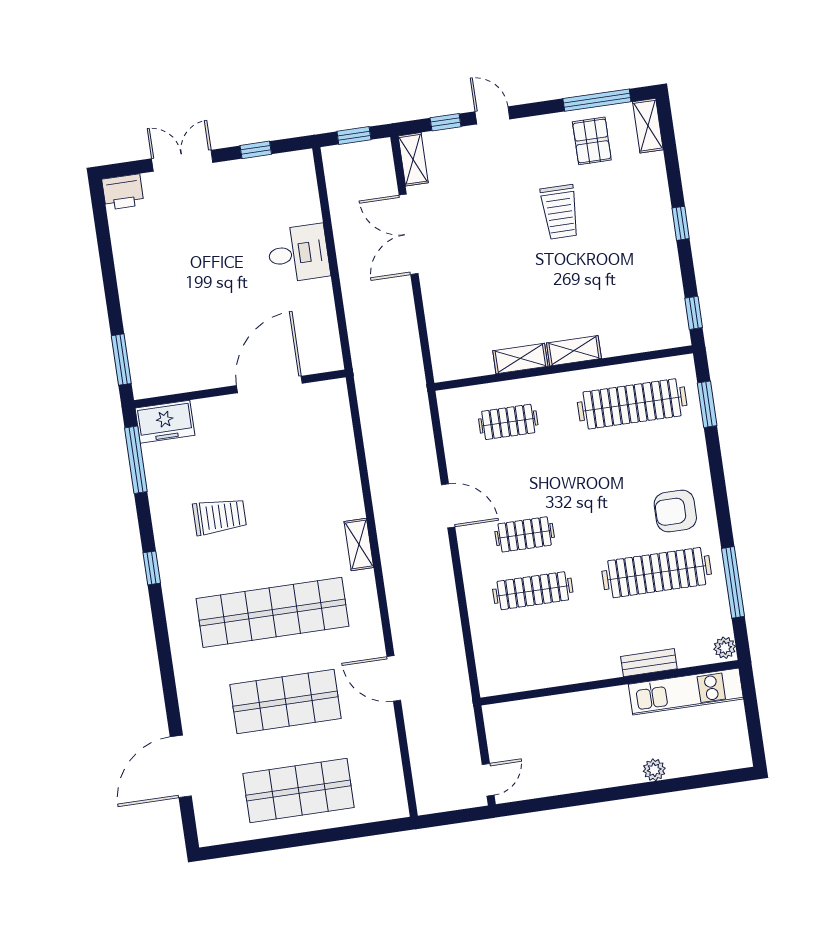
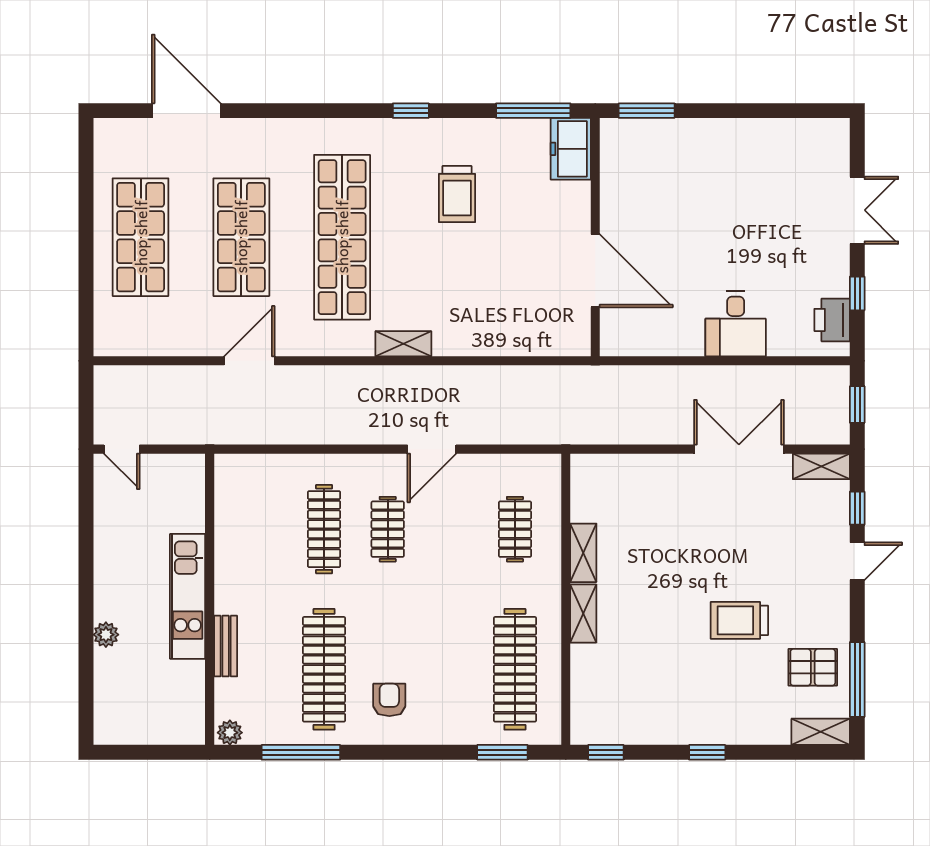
printer: (123, 192) -> (832, 320), moved
armchair: (675, 511) -> (389, 700), width x0.72, depth x0.72
kitchen unit: (686, 692) -> (188, 596), moved

